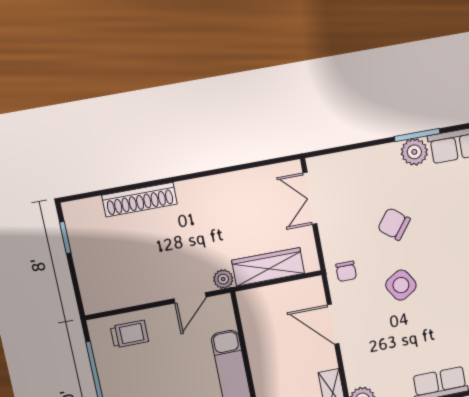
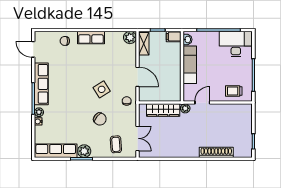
coffee table: (352, 178) -> (116, 144), added

